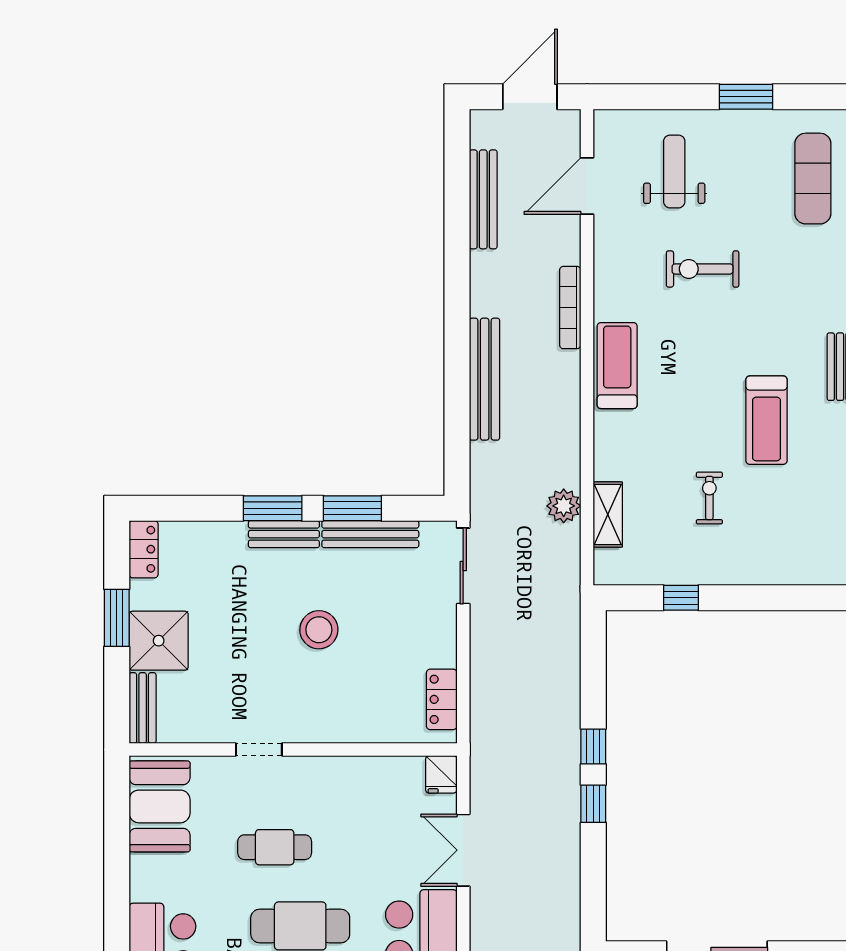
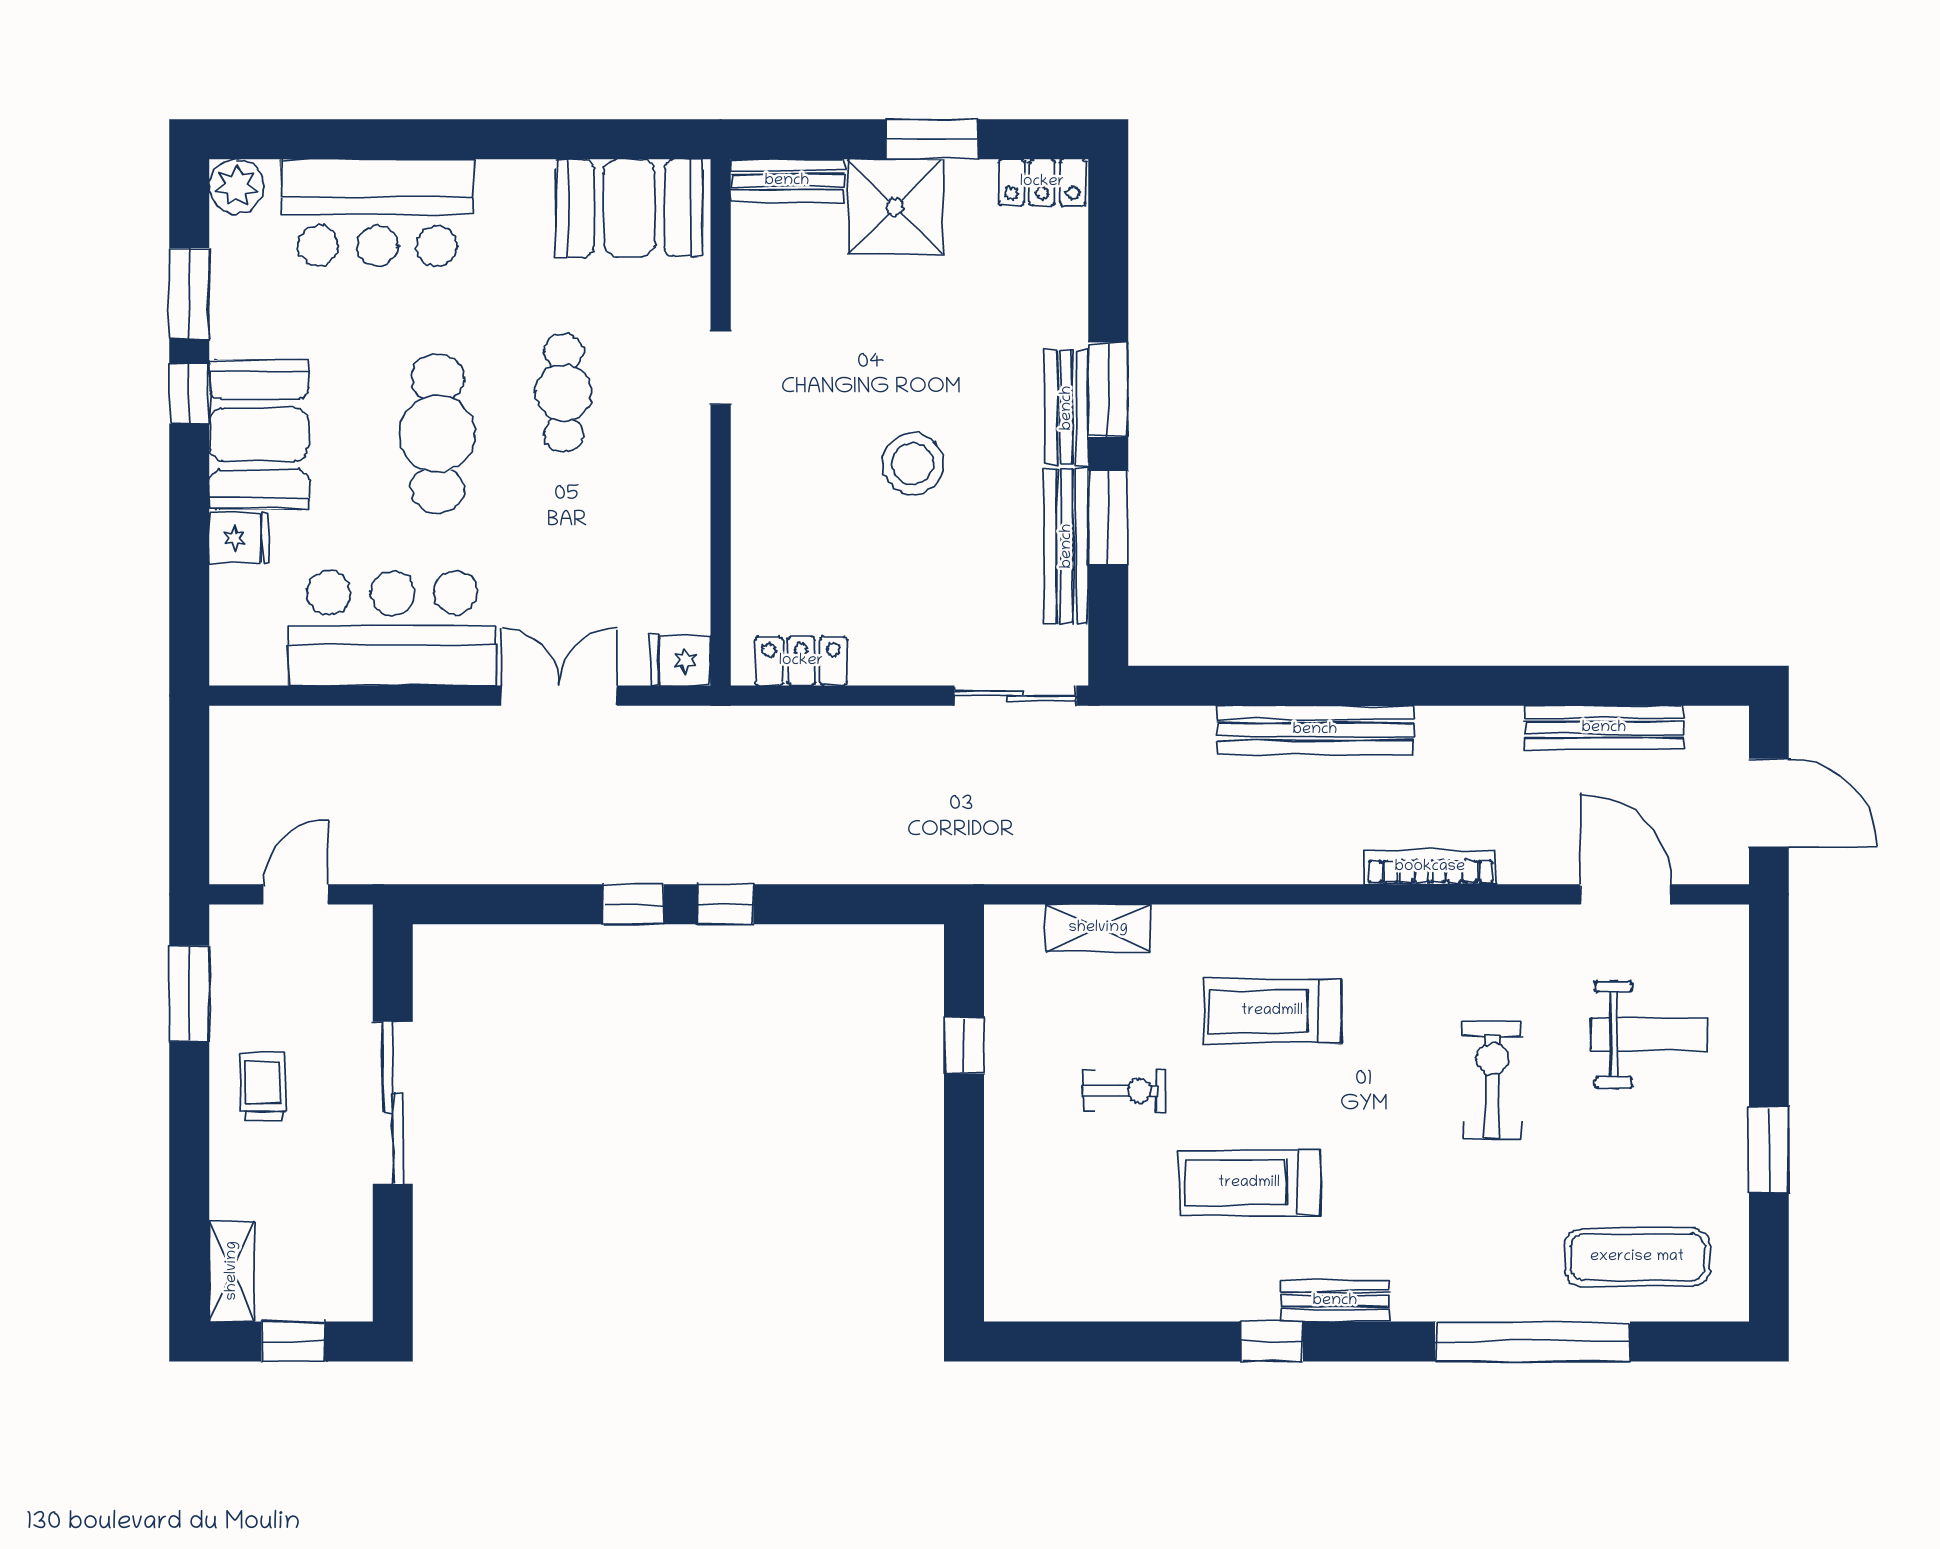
treadmill: (617, 366) -> (1272, 1011), moved, turned 180
plant: (564, 506) -> (1112, 857), removed

